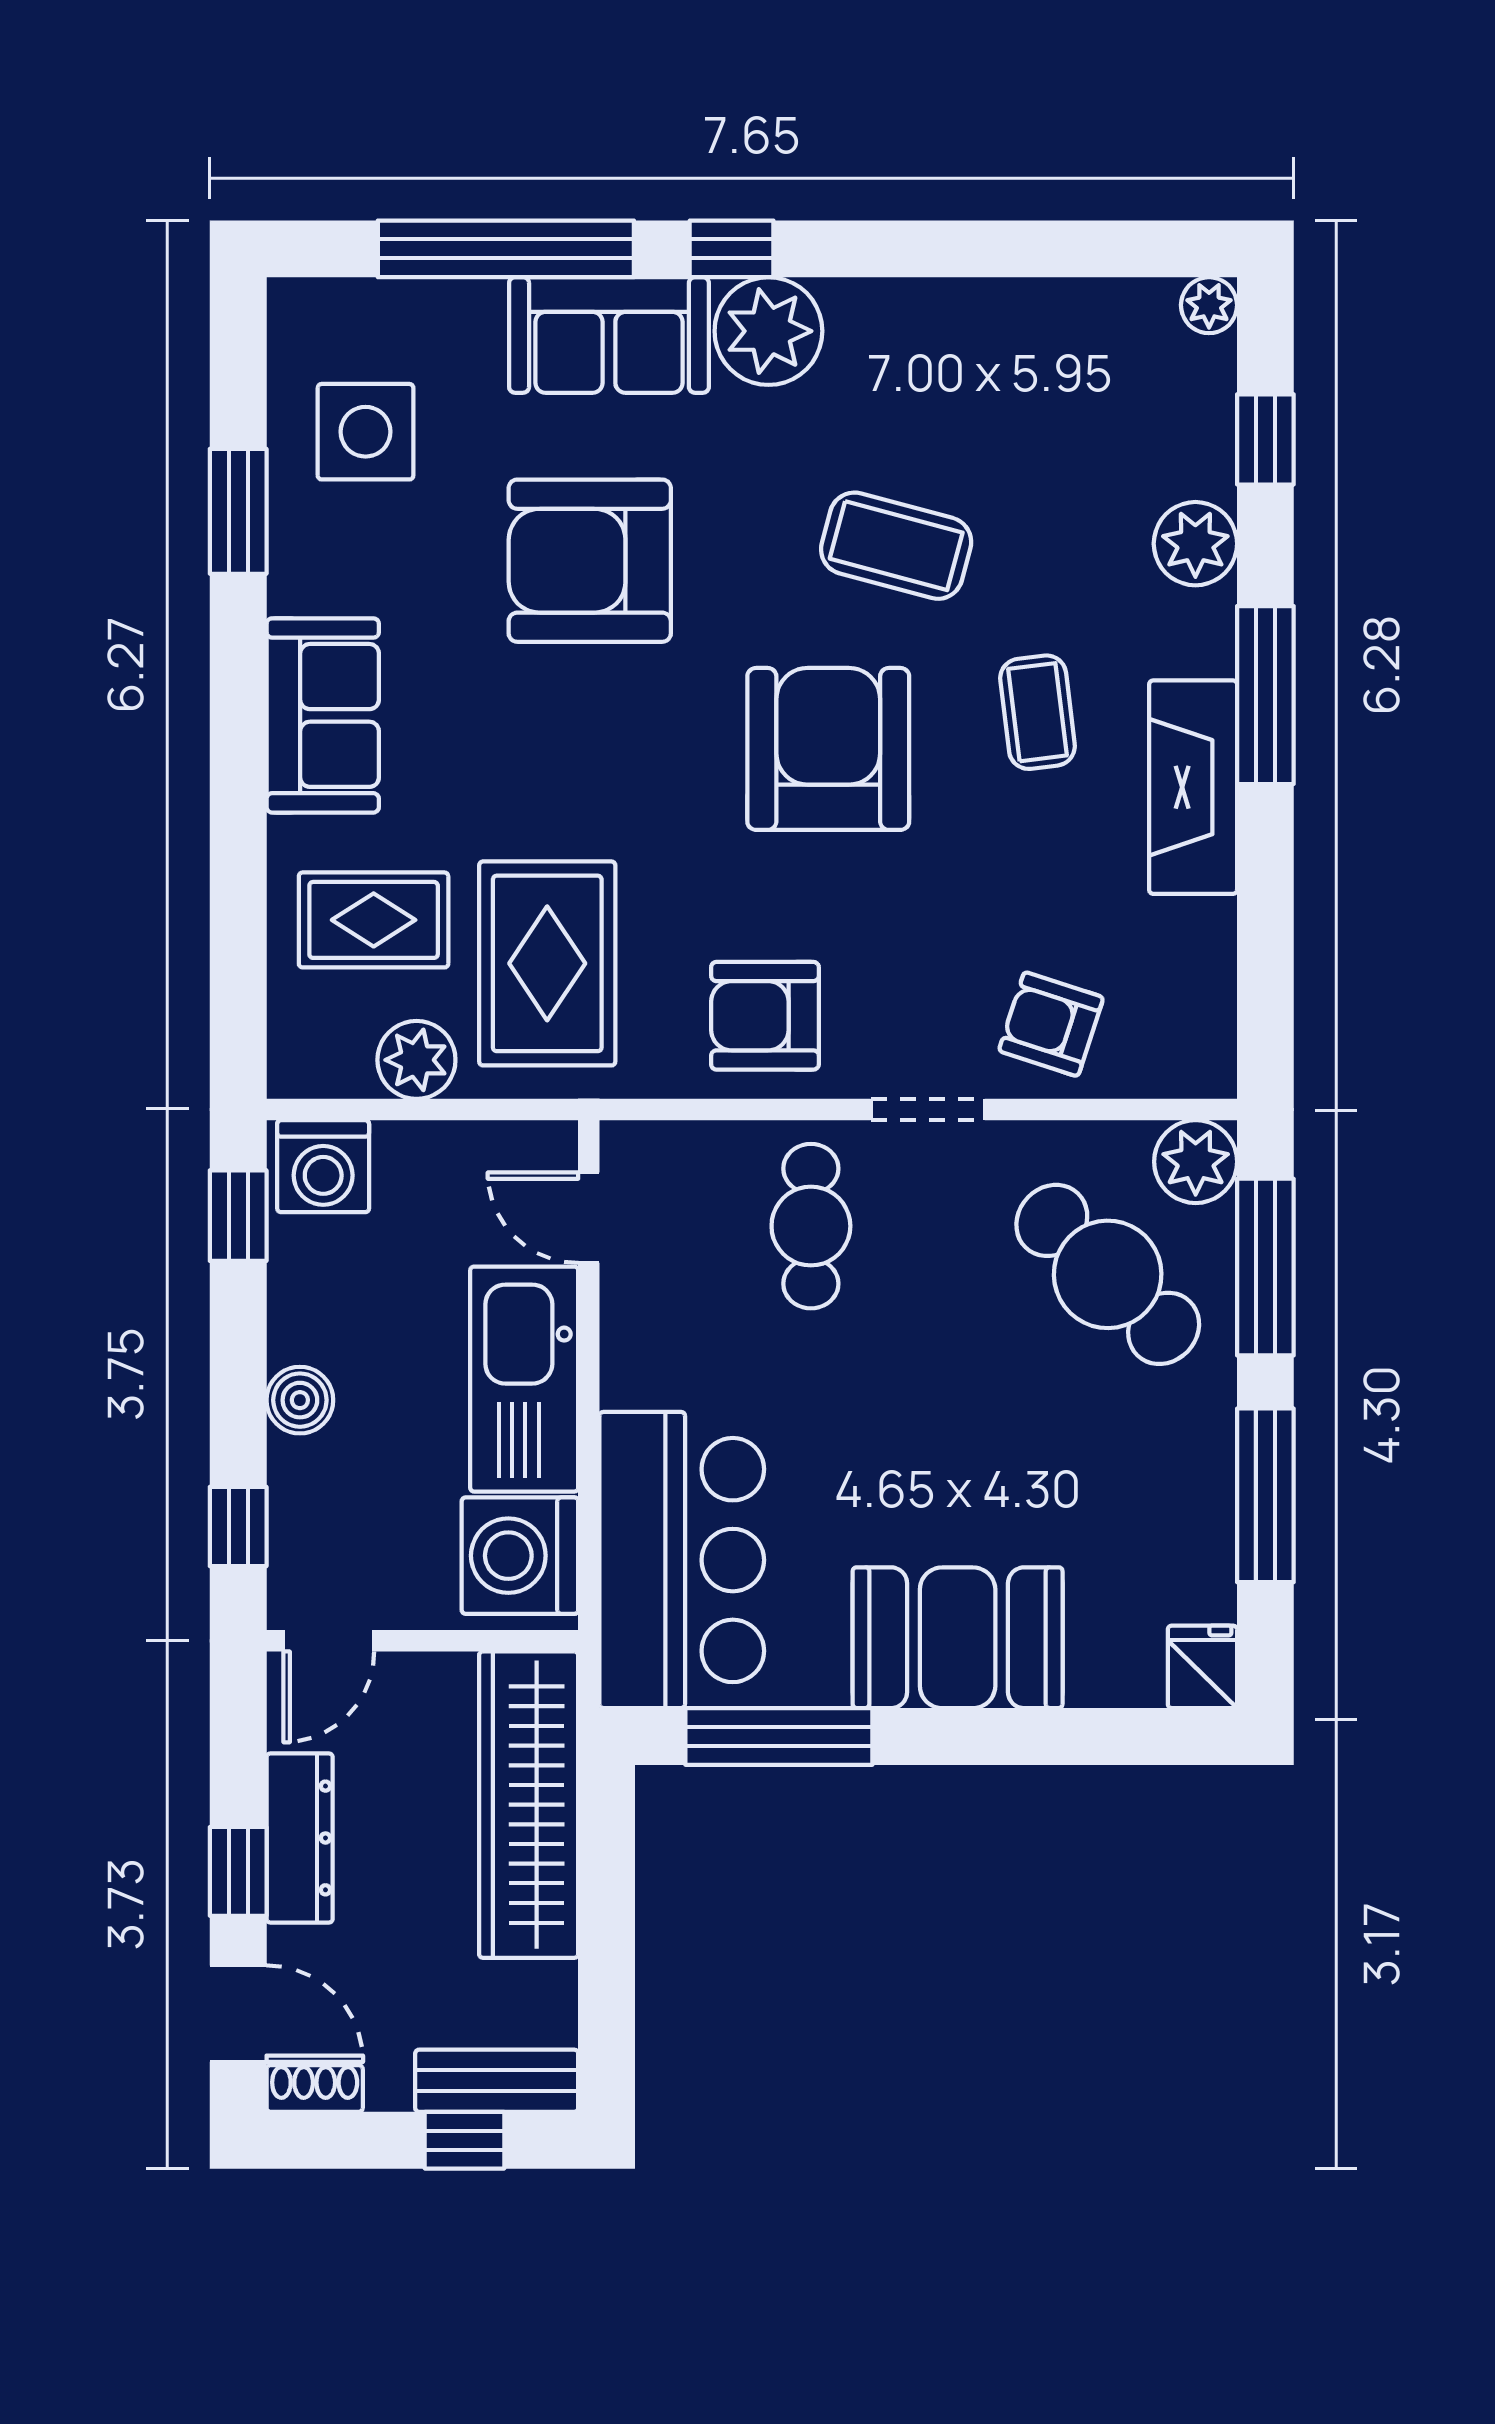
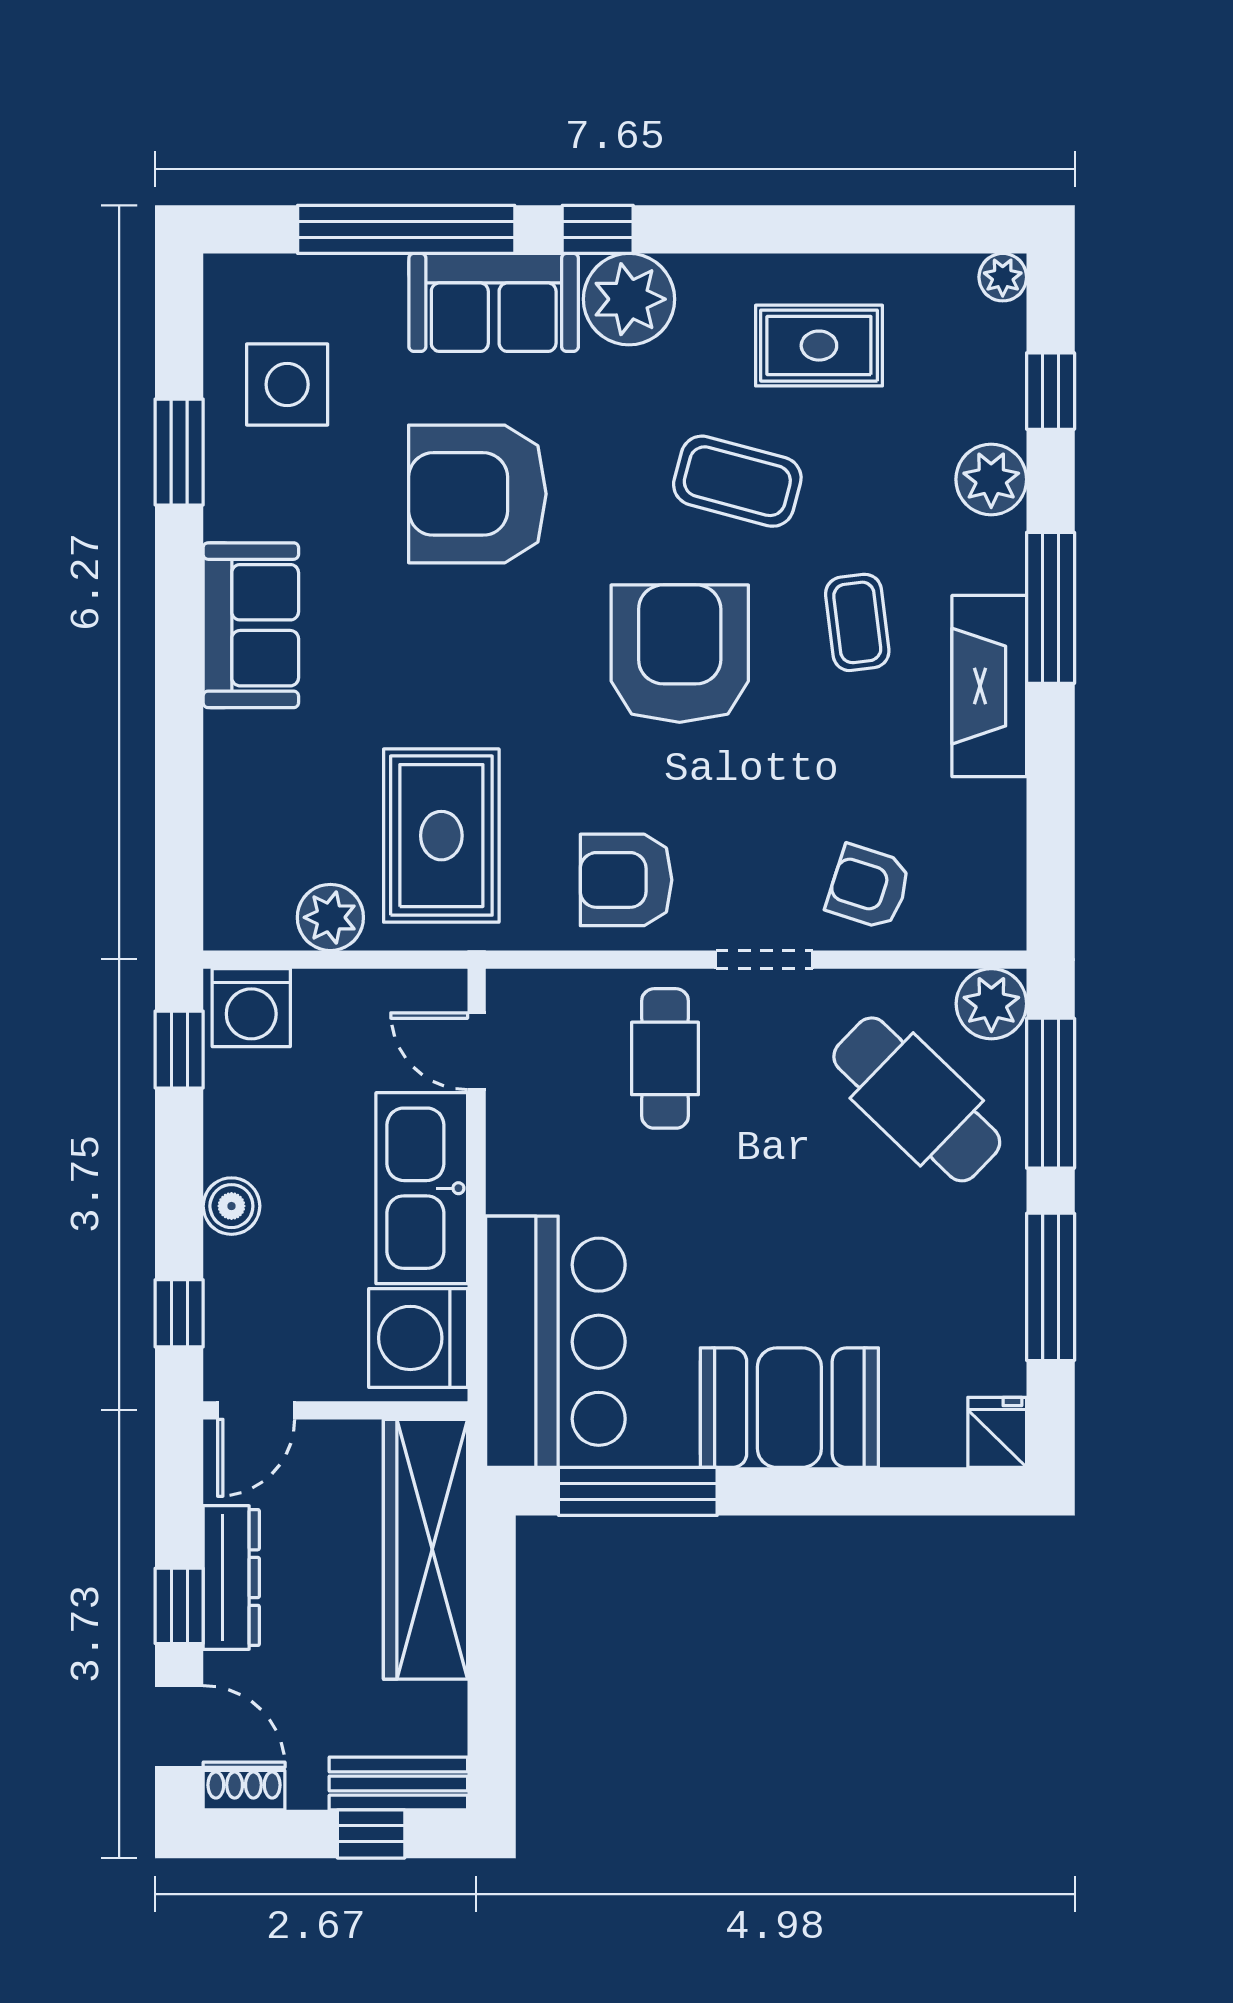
rug: (374, 920) -> (819, 346), moved

